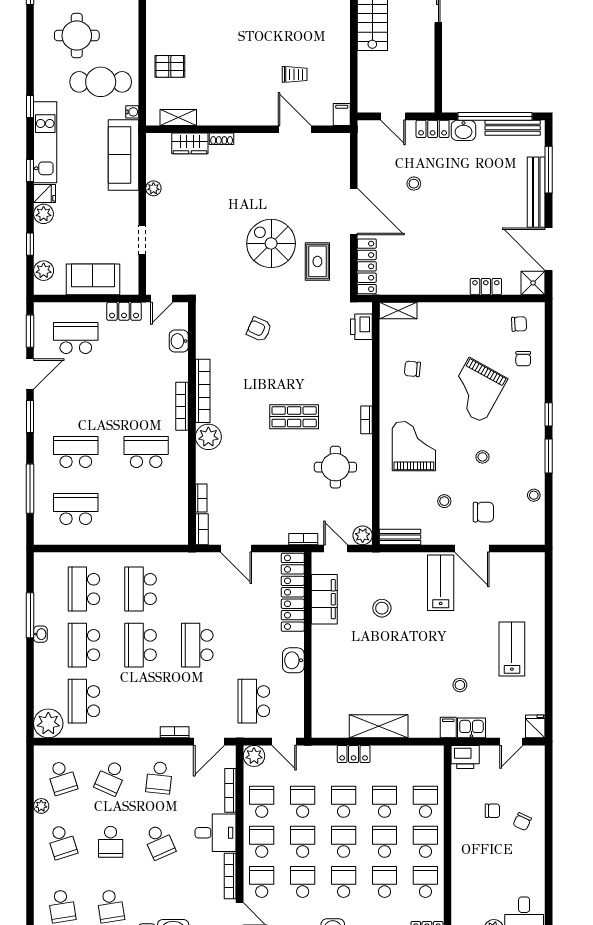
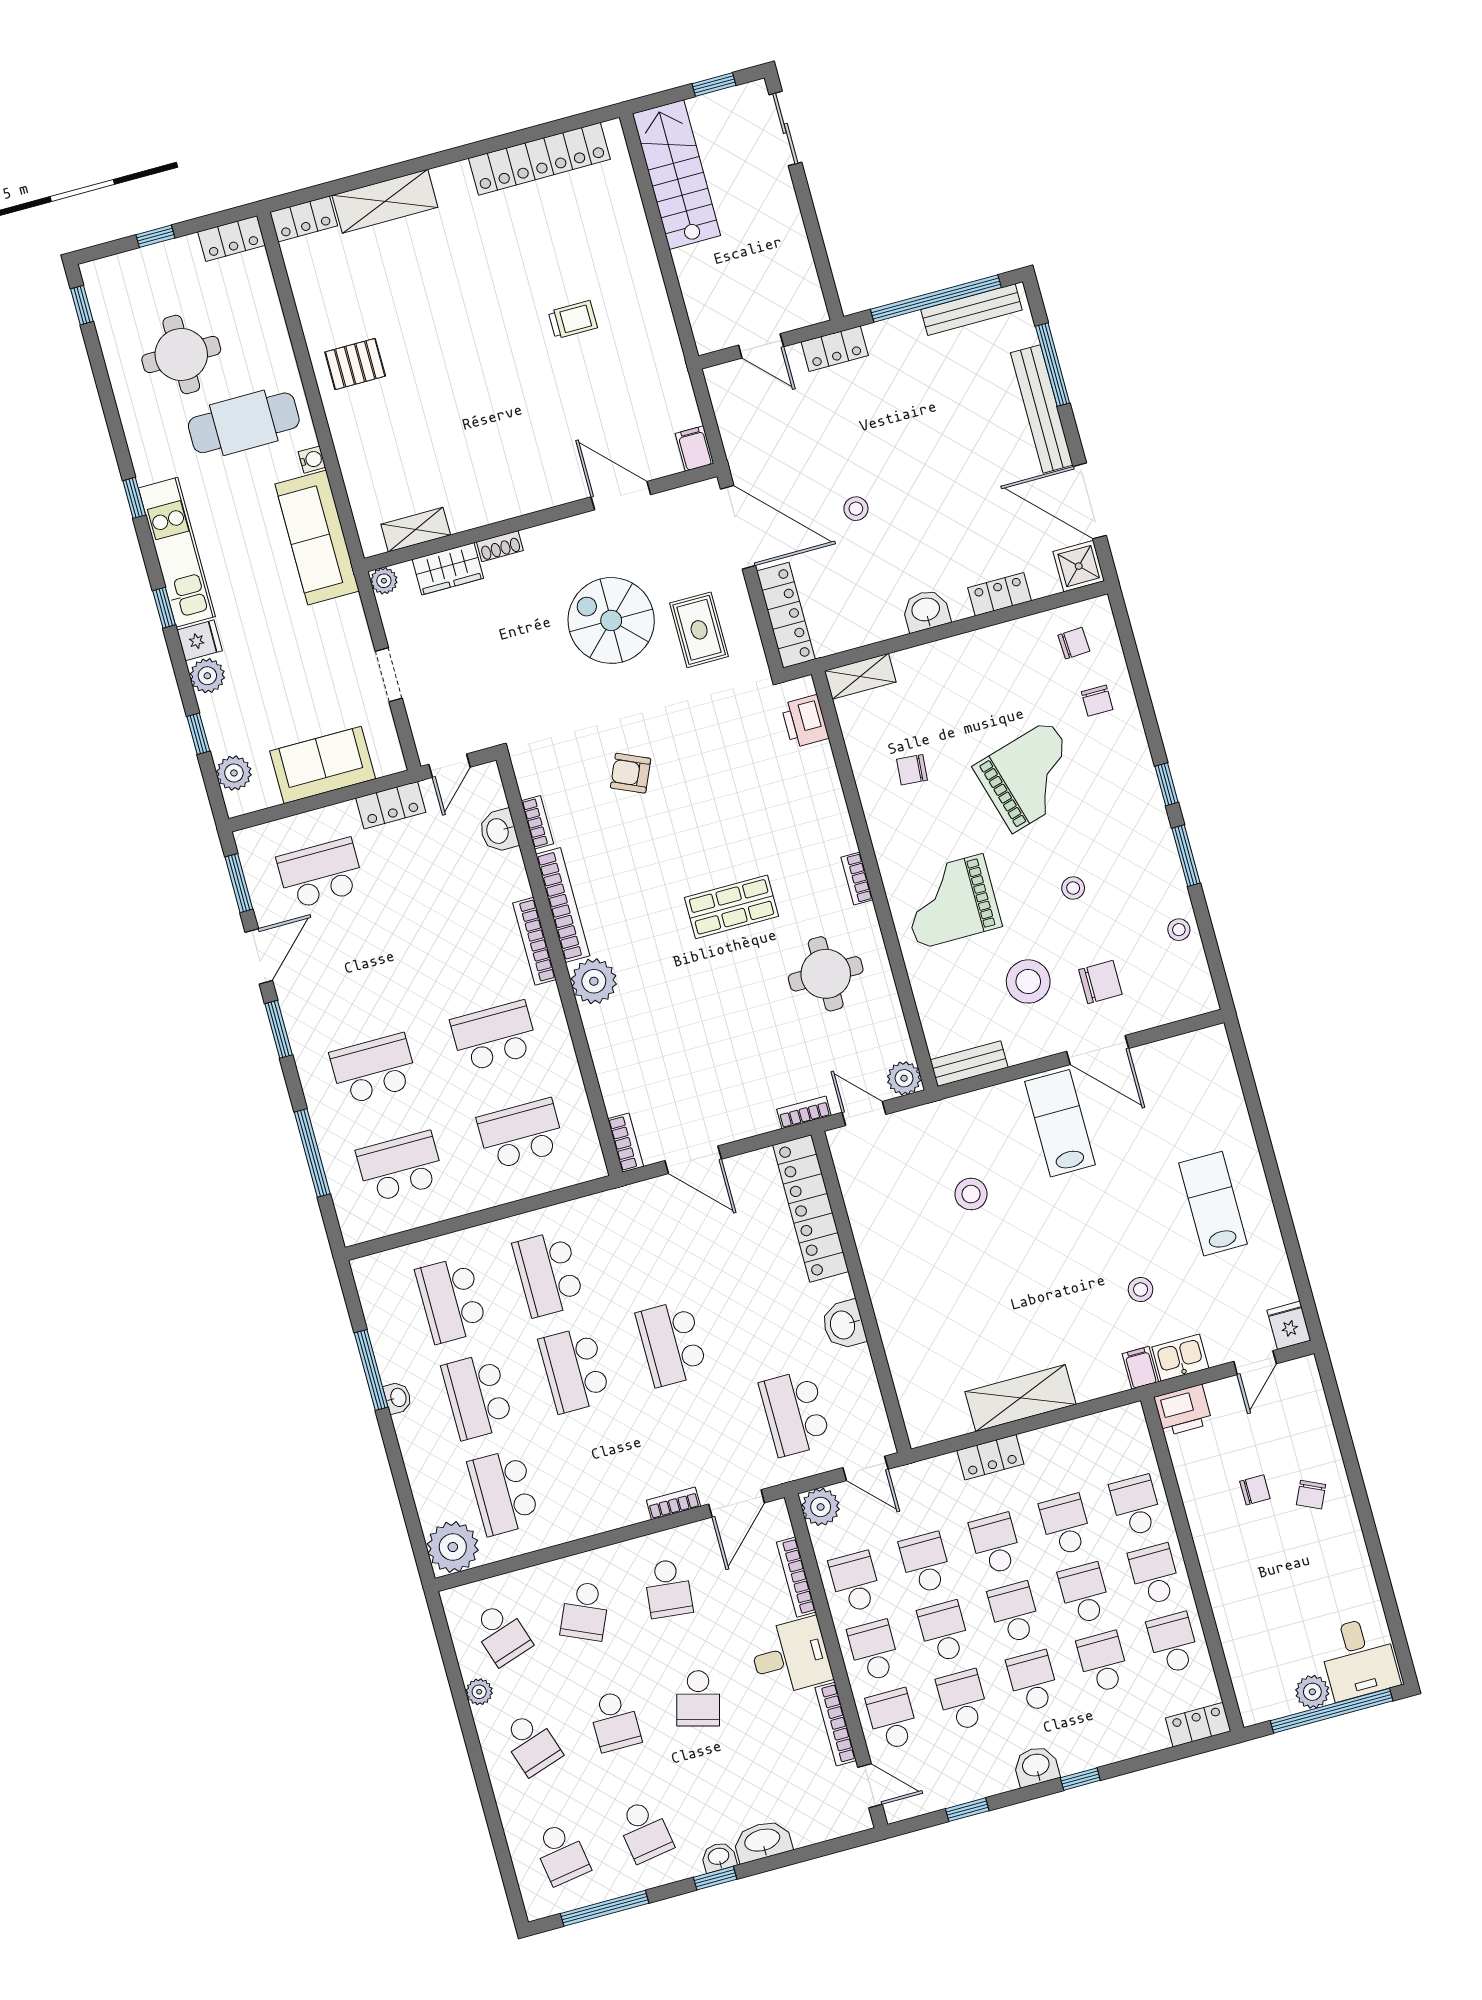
filing cabinet: (342, 115) -> (694, 449), moved
shelving: (178, 117) -> (416, 530), moved
wall: (248, 129) -> (541, 517), moved
door: (295, 129) -> (621, 496), moved
washbasin: (463, 130) -> (926, 610), moved, turned 180
shoe rack: (222, 139) -> (500, 546), moved
wardrobe: (190, 143) -> (448, 569), moved
stool: (414, 184) -> (856, 509), moved
grand piano: (476, 390) -> (1031, 777), turned -135
grand piano: (414, 446) -> (950, 901), turned -90
bookcase: (201, 498) -> (537, 822), moved
stool: (444, 501) -> (1028, 981), width x1.89, depth x1.89
school desk: (146, 509) -> (521, 1134), added
filing cabinet: (324, 599) -> (868, 1206), removed
school desk: (159, 842) -> (698, 1698), turned 39

